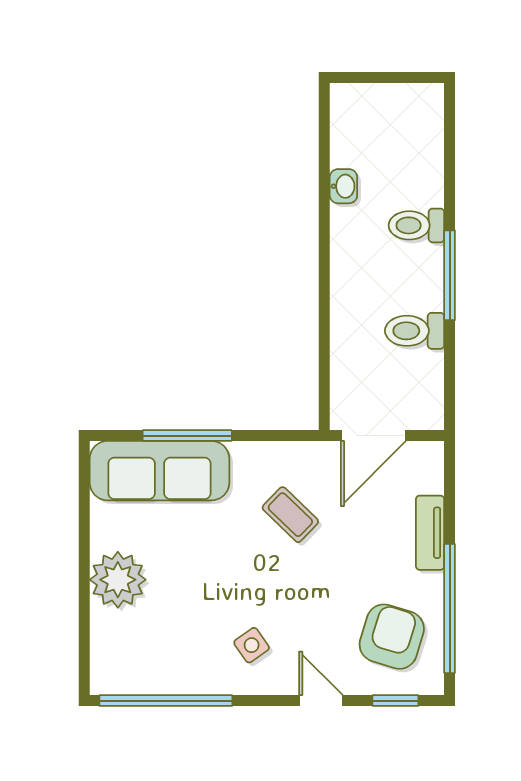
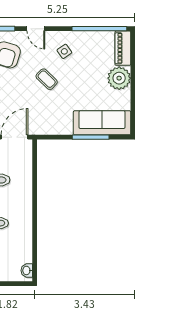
washbasin: (343, 186) -> (27, 270), moved
coffee table: (290, 515) -> (47, 79), moved
piano: (109, 653) -> (123, 48), added

